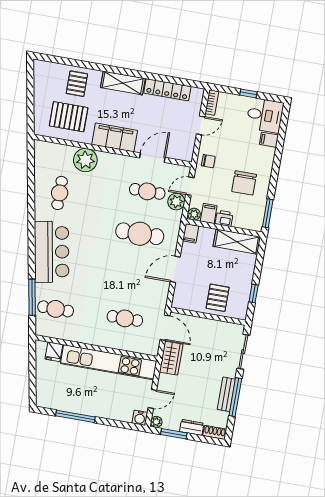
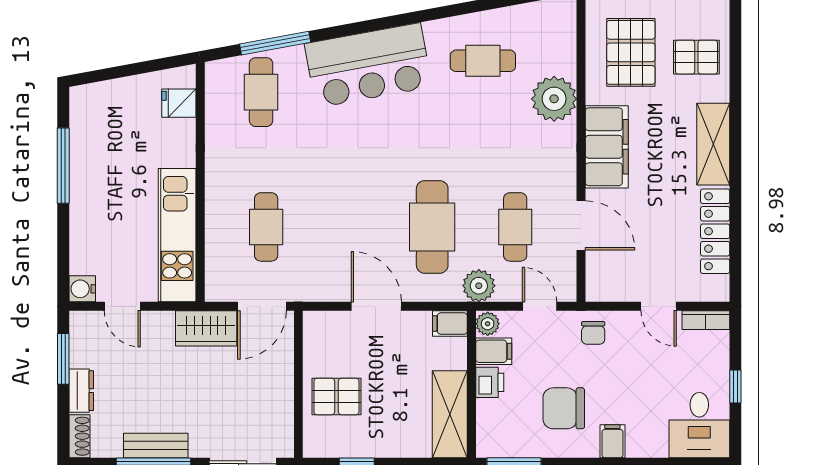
filing cabinet: (269, 140) -> (612, 441), moved
plant: (176, 202) -> (479, 286), moved
kitchen unit: (109, 362) -> (177, 235), width x0.73
plant: (156, 422) -> (80, 322), removed

